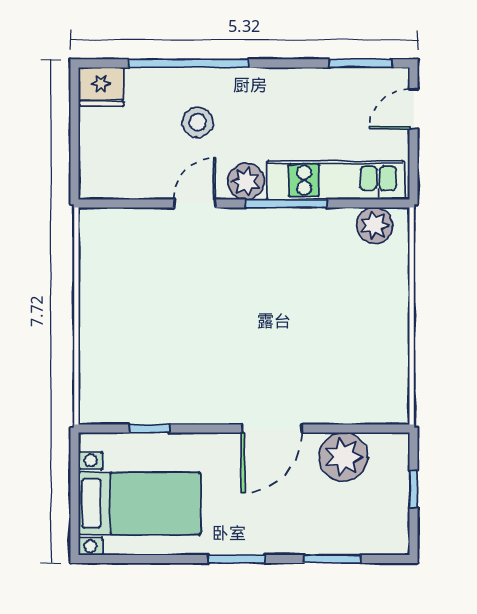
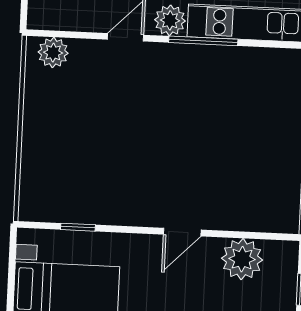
plant: (375, 225) -> (53, 53), moved
door: (272, 428) -> (182, 232), width x0.73

